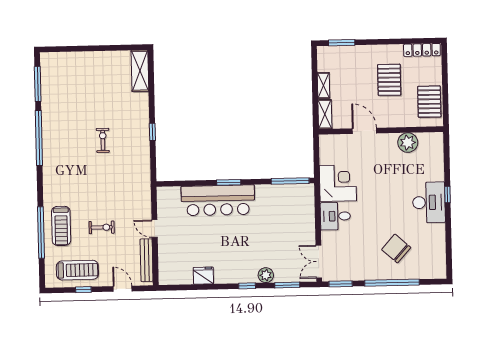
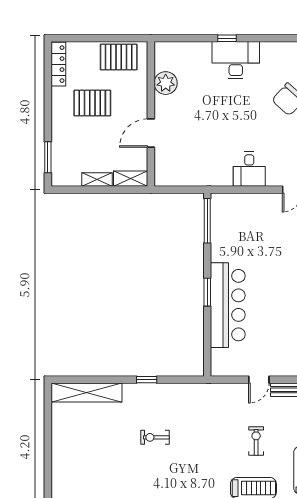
shelving: (140, 71) -> (86, 392), width x1.47
corner desk: (338, 183) -> (211, 165), removed

